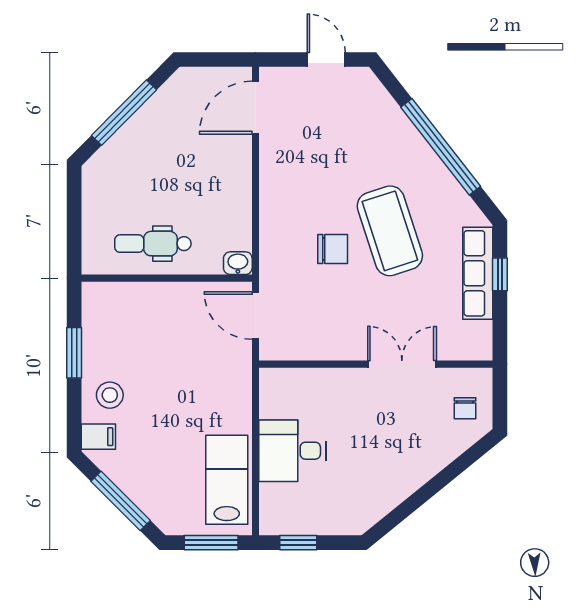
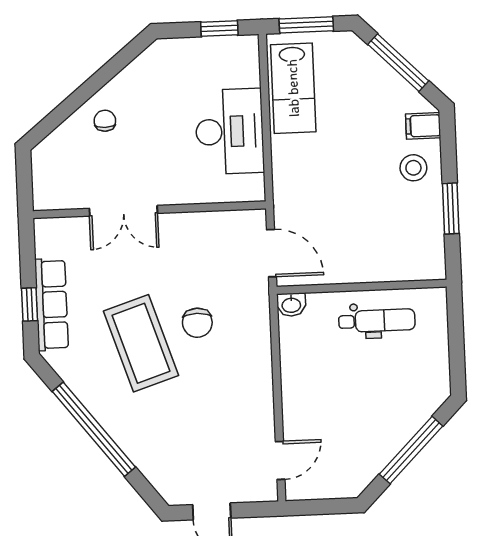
door: (256, 108) -> (280, 460), width x0.73
chair: (333, 249) -> (197, 323), turned -90
chair: (465, 408) -> (105, 121), moved
desk: (292, 451) -> (230, 131), width x1.37

